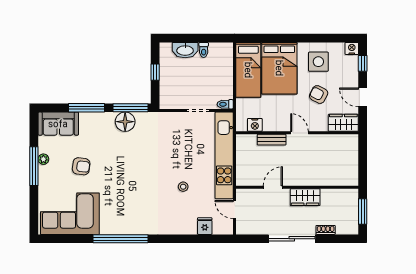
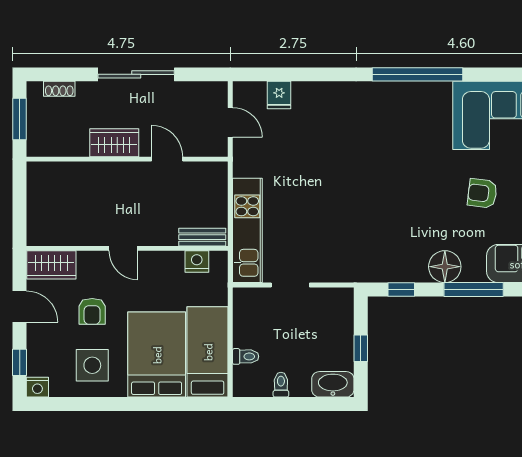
washbasin: (185, 50) -> (333, 384), moved
armchair: (319, 95) -> (92, 311), turned 63
toilet: (225, 104) -> (246, 356), moved
window: (130, 108) -> (401, 290), width x0.46
floor lamp: (125, 122) -> (445, 267), moved
bench: (272, 140) -> (202, 237), moved
kitchen unit: (224, 155) -> (247, 230), width x0.73
stool: (183, 187) -> (315, 160), removed
door: (273, 187) -> (167, 159), swing flipped
shoe rack: (326, 230) -> (59, 89), moved

